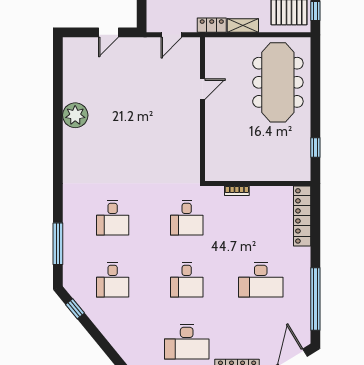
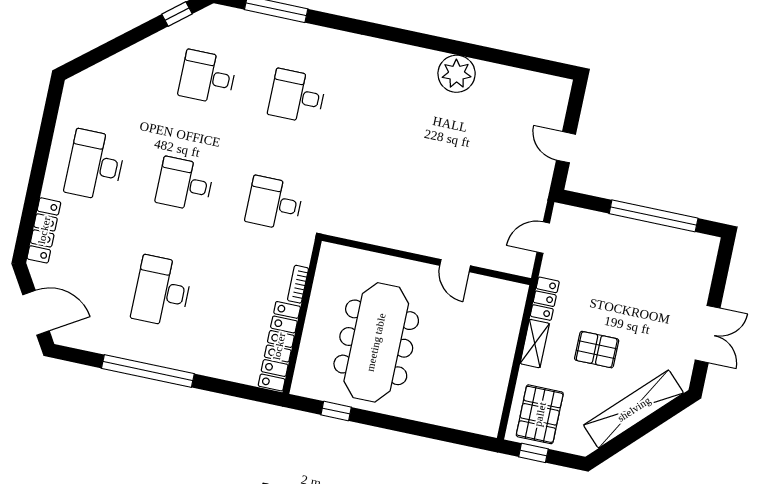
door: (171, 35) -> (543, 237), hinge flipped
meeting table: (278, 82) -> (376, 342), moved, turned 90
locker: (302, 216) -> (279, 346), moved, turned -90
window: (315, 299) -> (148, 371), moved

